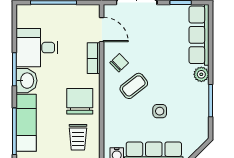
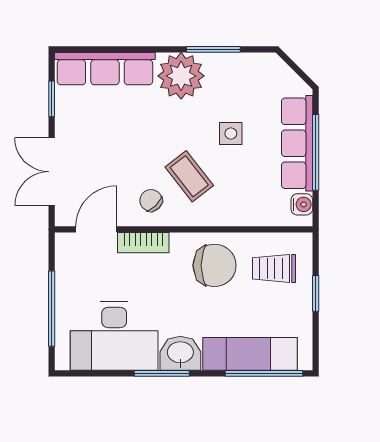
desk: (37, 48) -> (114, 336), width x1.37
plant: (201, 74) -> (181, 76), width x1.88, depth x1.88
chair: (80, 101) -> (215, 265), turned 180
trolley: (78, 137) -> (274, 268), turned 180

